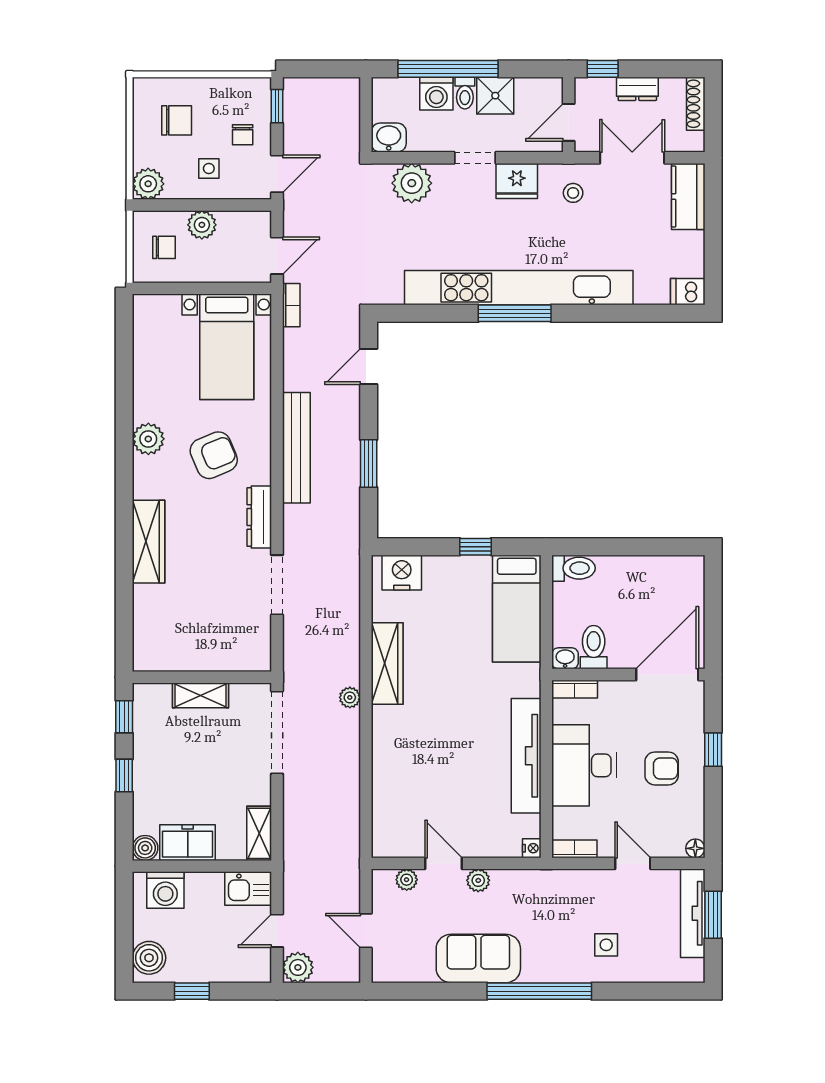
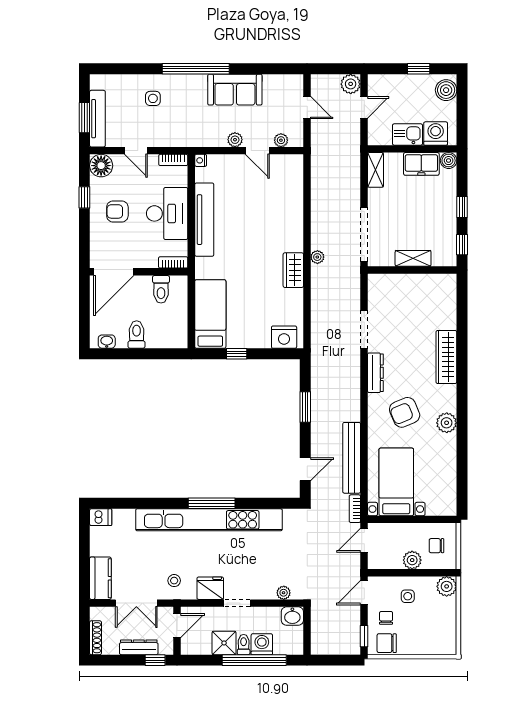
dresser: (637, 89) -> (139, 647), width x1.44
chair: (177, 120) -> (387, 643), moved
plant: (412, 183) -> (284, 593), width x0.53, depth x0.53
bench: (296, 448) -> (352, 458), moved
toilet: (574, 568) -> (137, 335), moved, turned 90
washbasin: (565, 658) -> (107, 342), moved, turned 180
wardrobe: (387, 663) -> (293, 270), width x0.67
window: (713, 750) -> (84, 197), moved
floor lamp: (695, 848) -> (101, 166), width x1.89, depth x1.89
kitchen sink: (248, 889) -> (407, 135), moved

